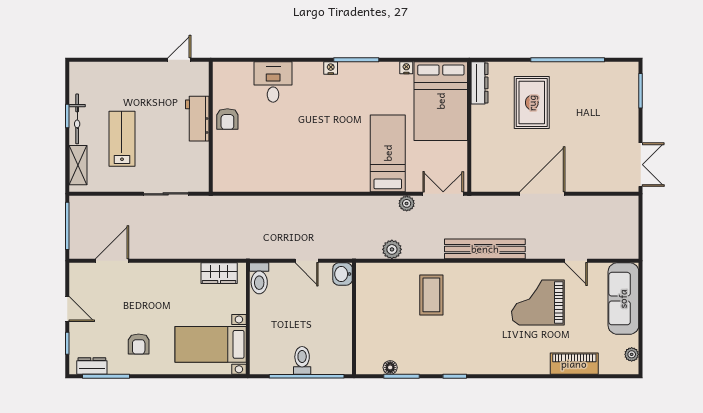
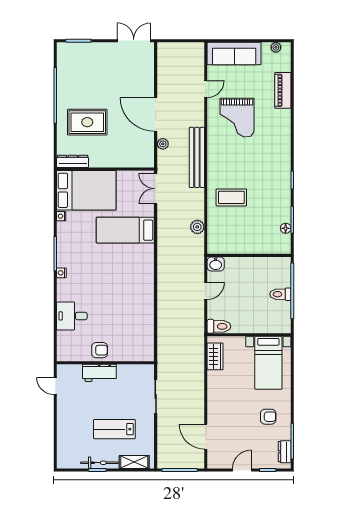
plant: (407, 203) -> (163, 144), moved

